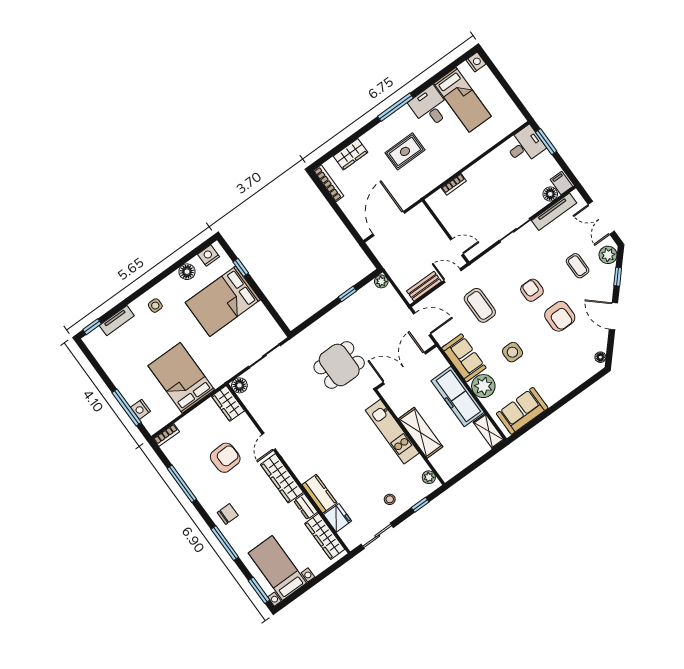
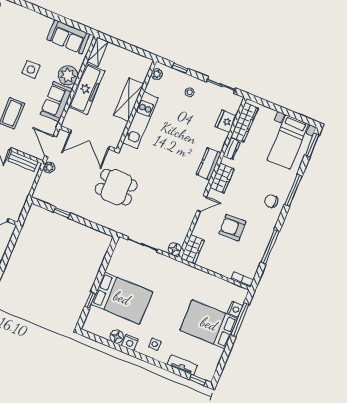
nightstand: (209, 255) -> (130, 342), moved
plant: (381, 281) -> (49, 167), moved
bed: (181, 378) -> (209, 324), moved, turned 90
wardrobe: (282, 478) -> (222, 178), width x0.67
kitchen counter: (319, 494) -> (209, 164), moved

